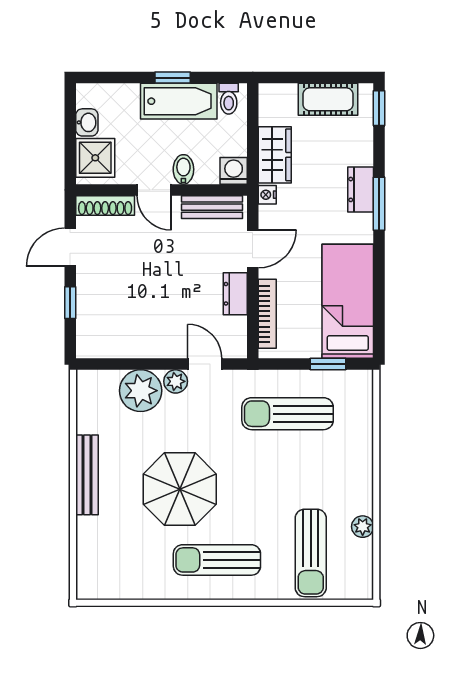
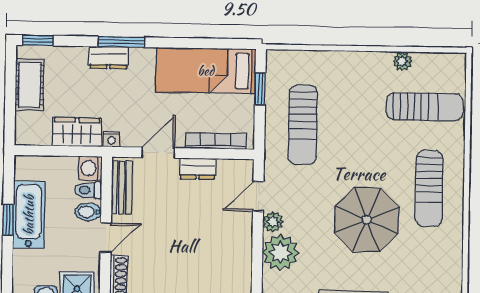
toilet: (229, 99) -> (88, 190), moved, turned 180
door: (253, 249) -> (158, 153), hinge flipped

